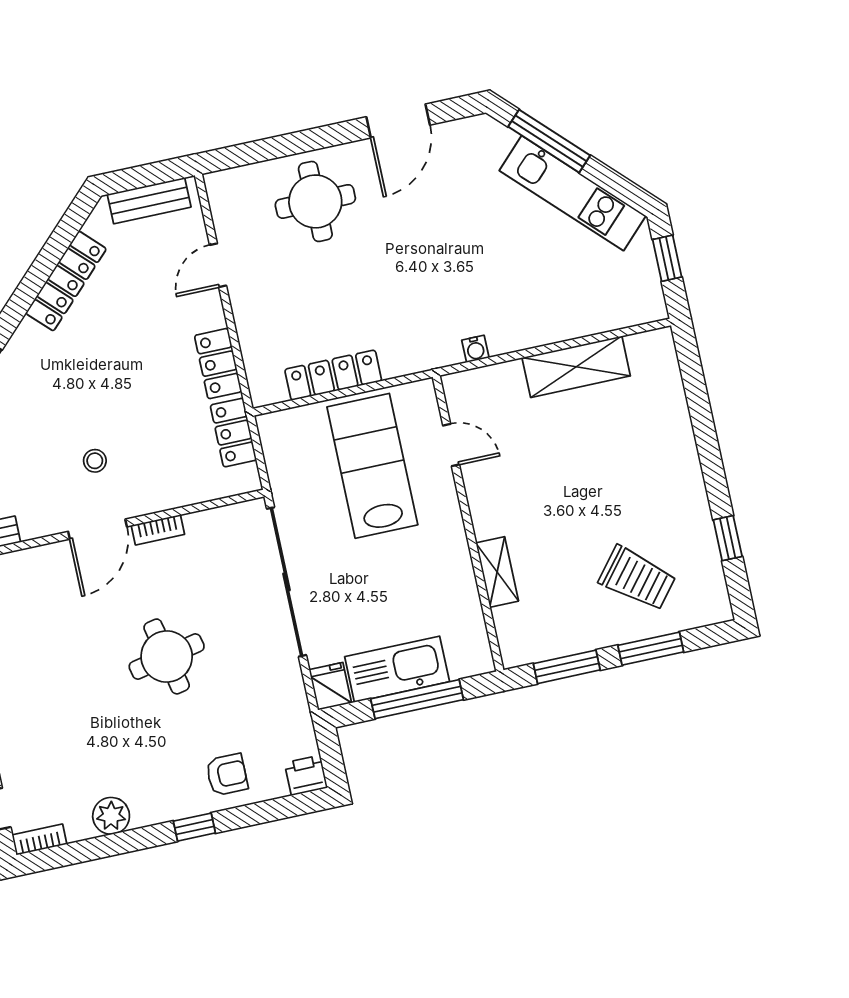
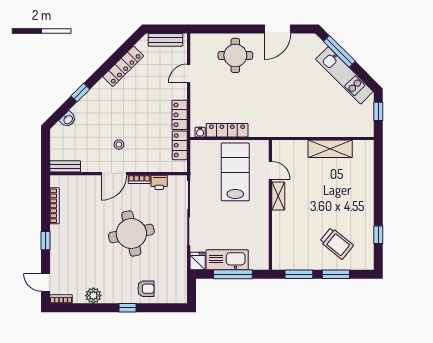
water cooler: (475, 349) -> (200, 132), moved
shelving: (497, 572) -> (278, 196), moved
round table: (167, 656) -> (131, 233), width x1.36, depth x1.36
printer: (306, 775) -> (159, 182), moved, turned 180

